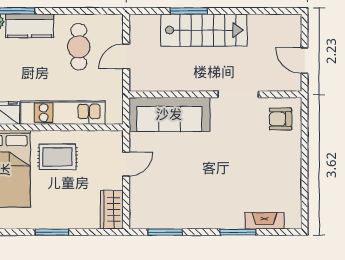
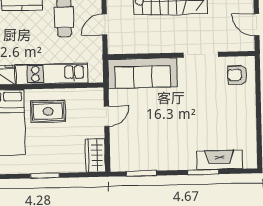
fireplace: (265, 221) -> (219, 160), width x1.37, depth x1.32

